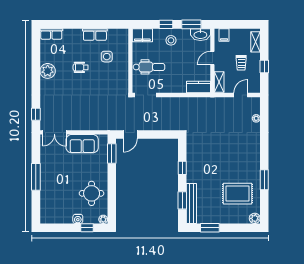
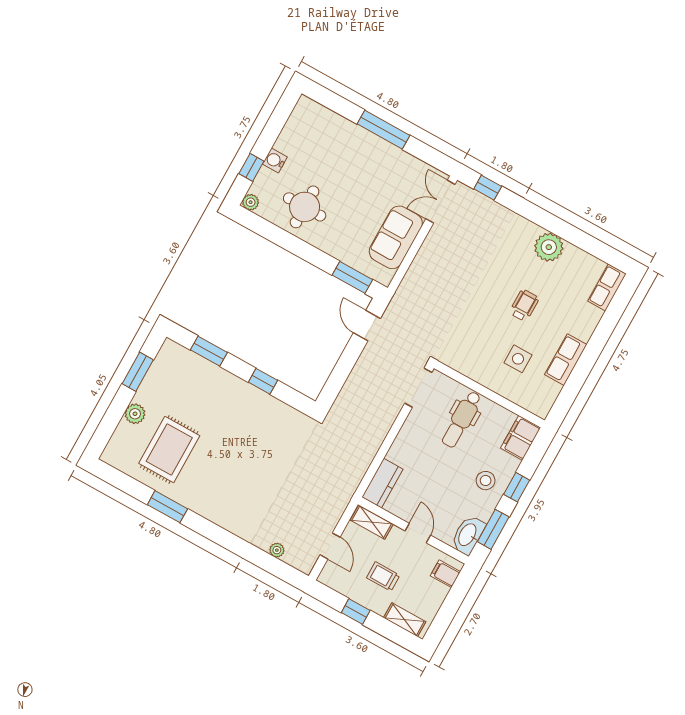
bench: (191, 203) -> (195, 364), removed
plant: (255, 218) -> (135, 414), moved

